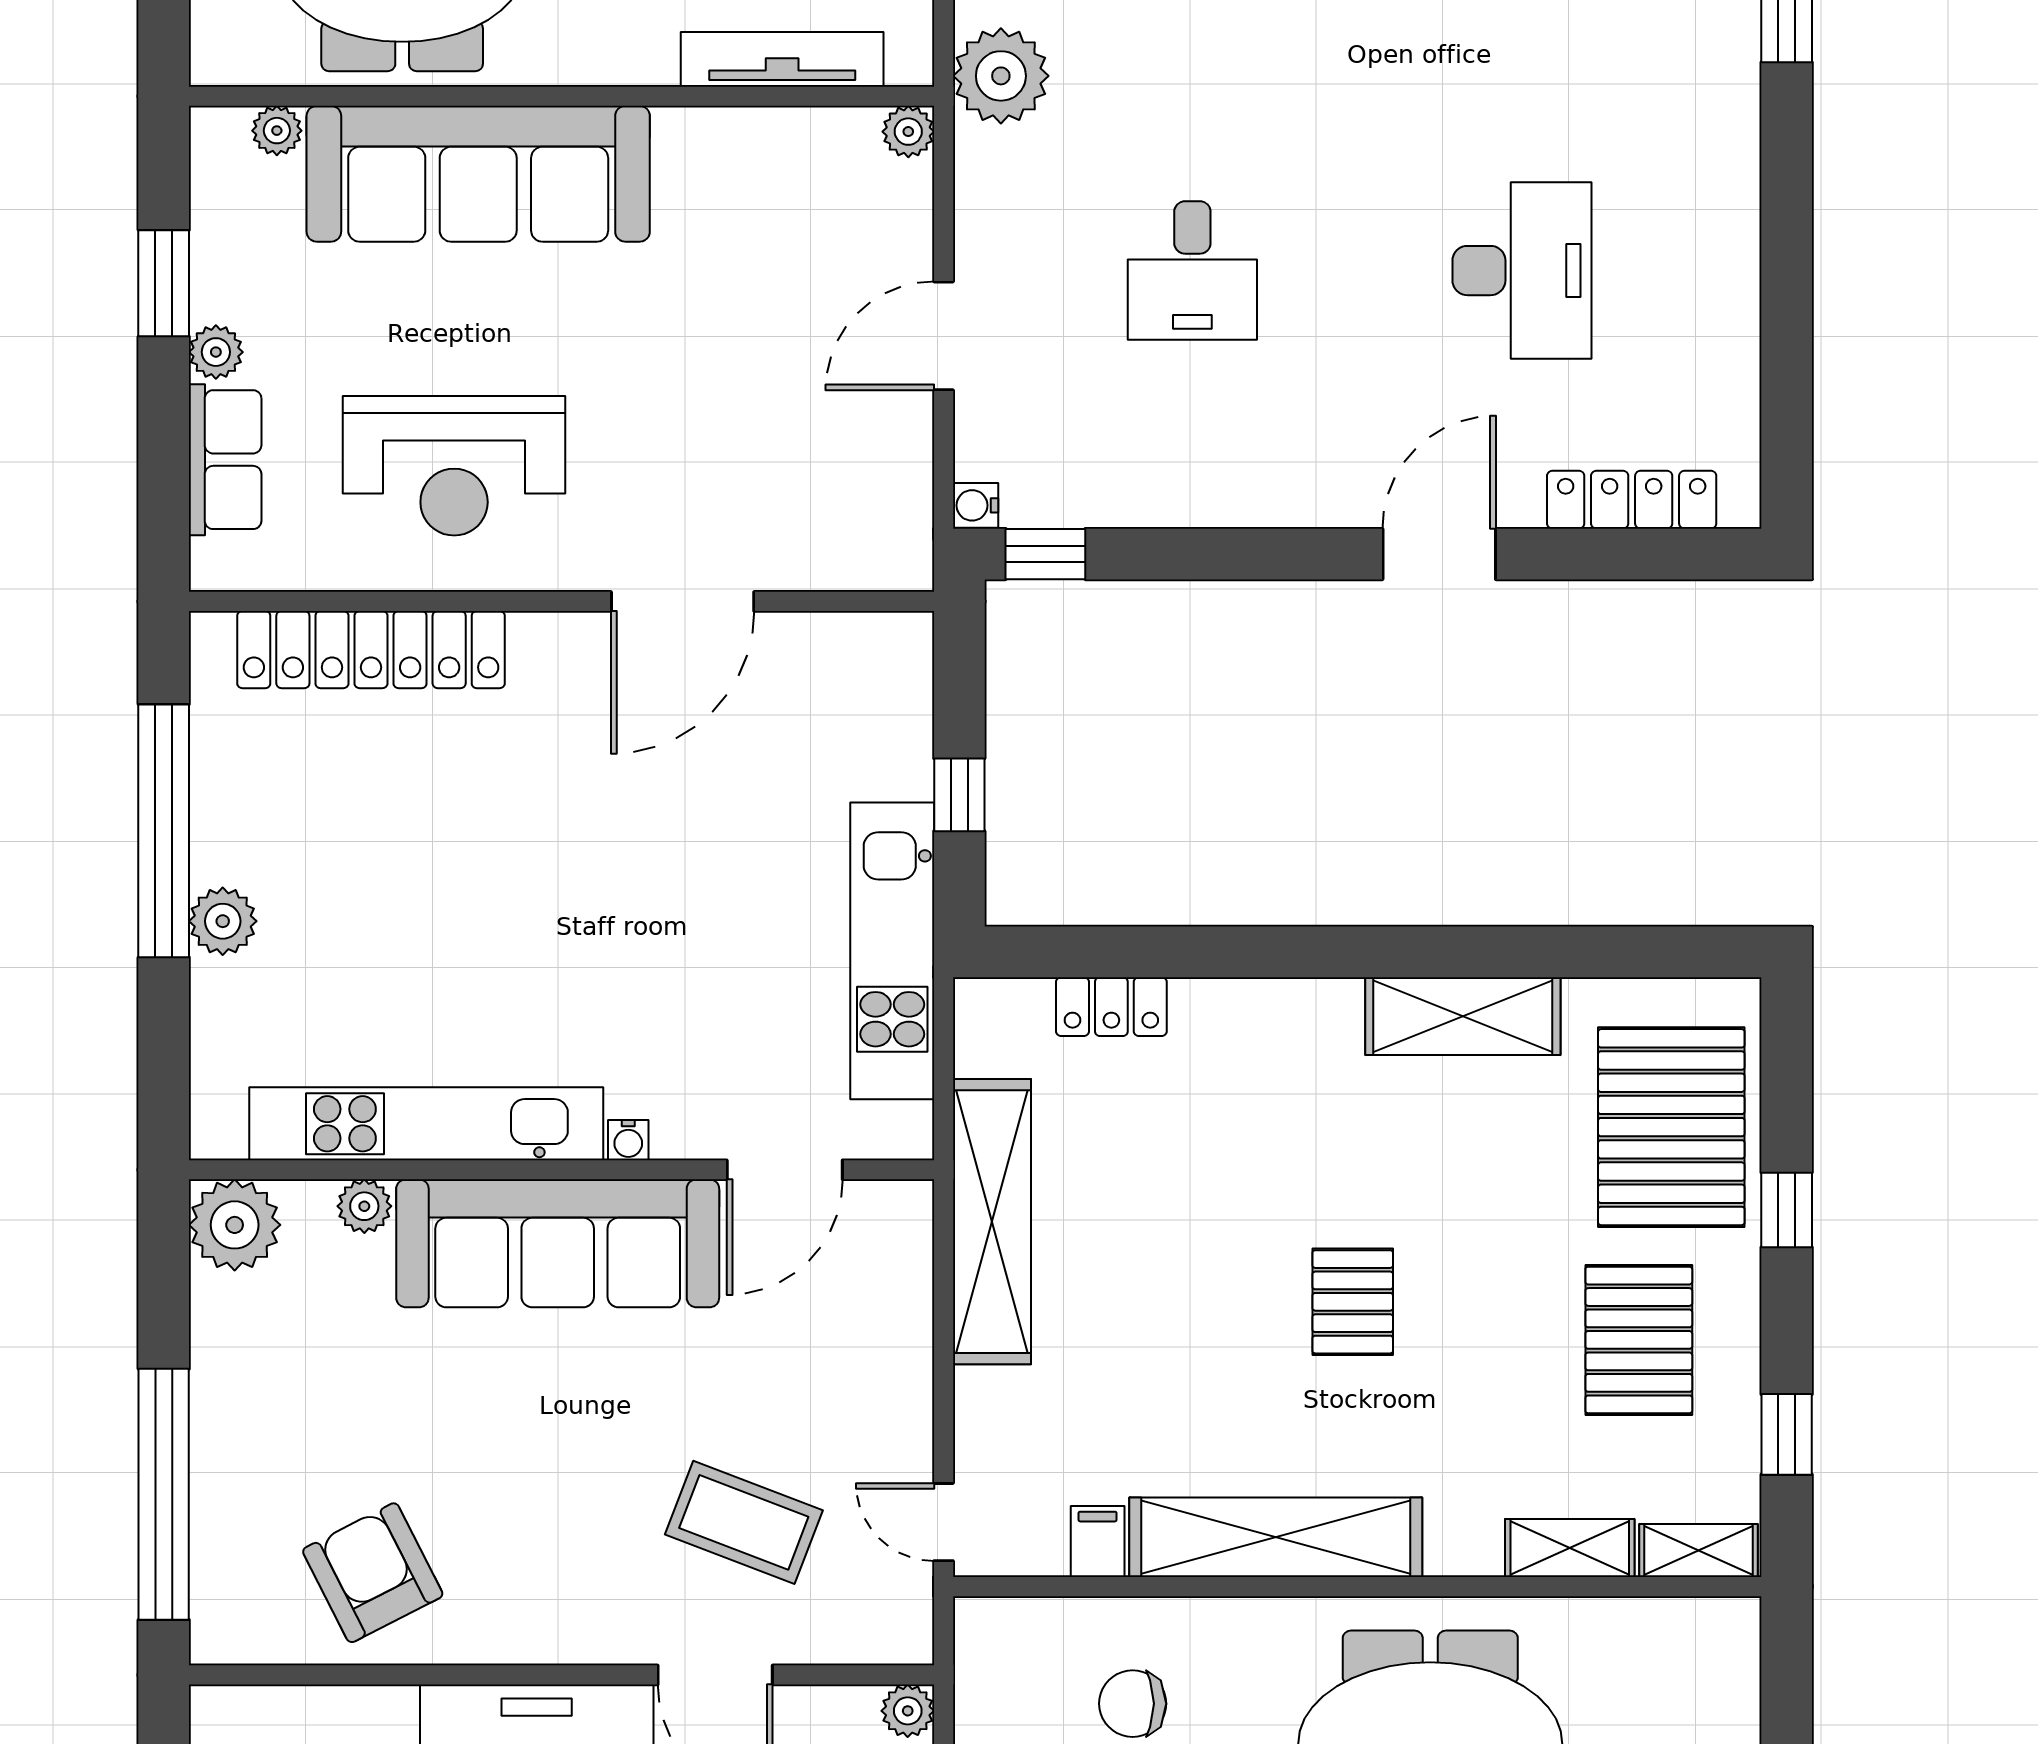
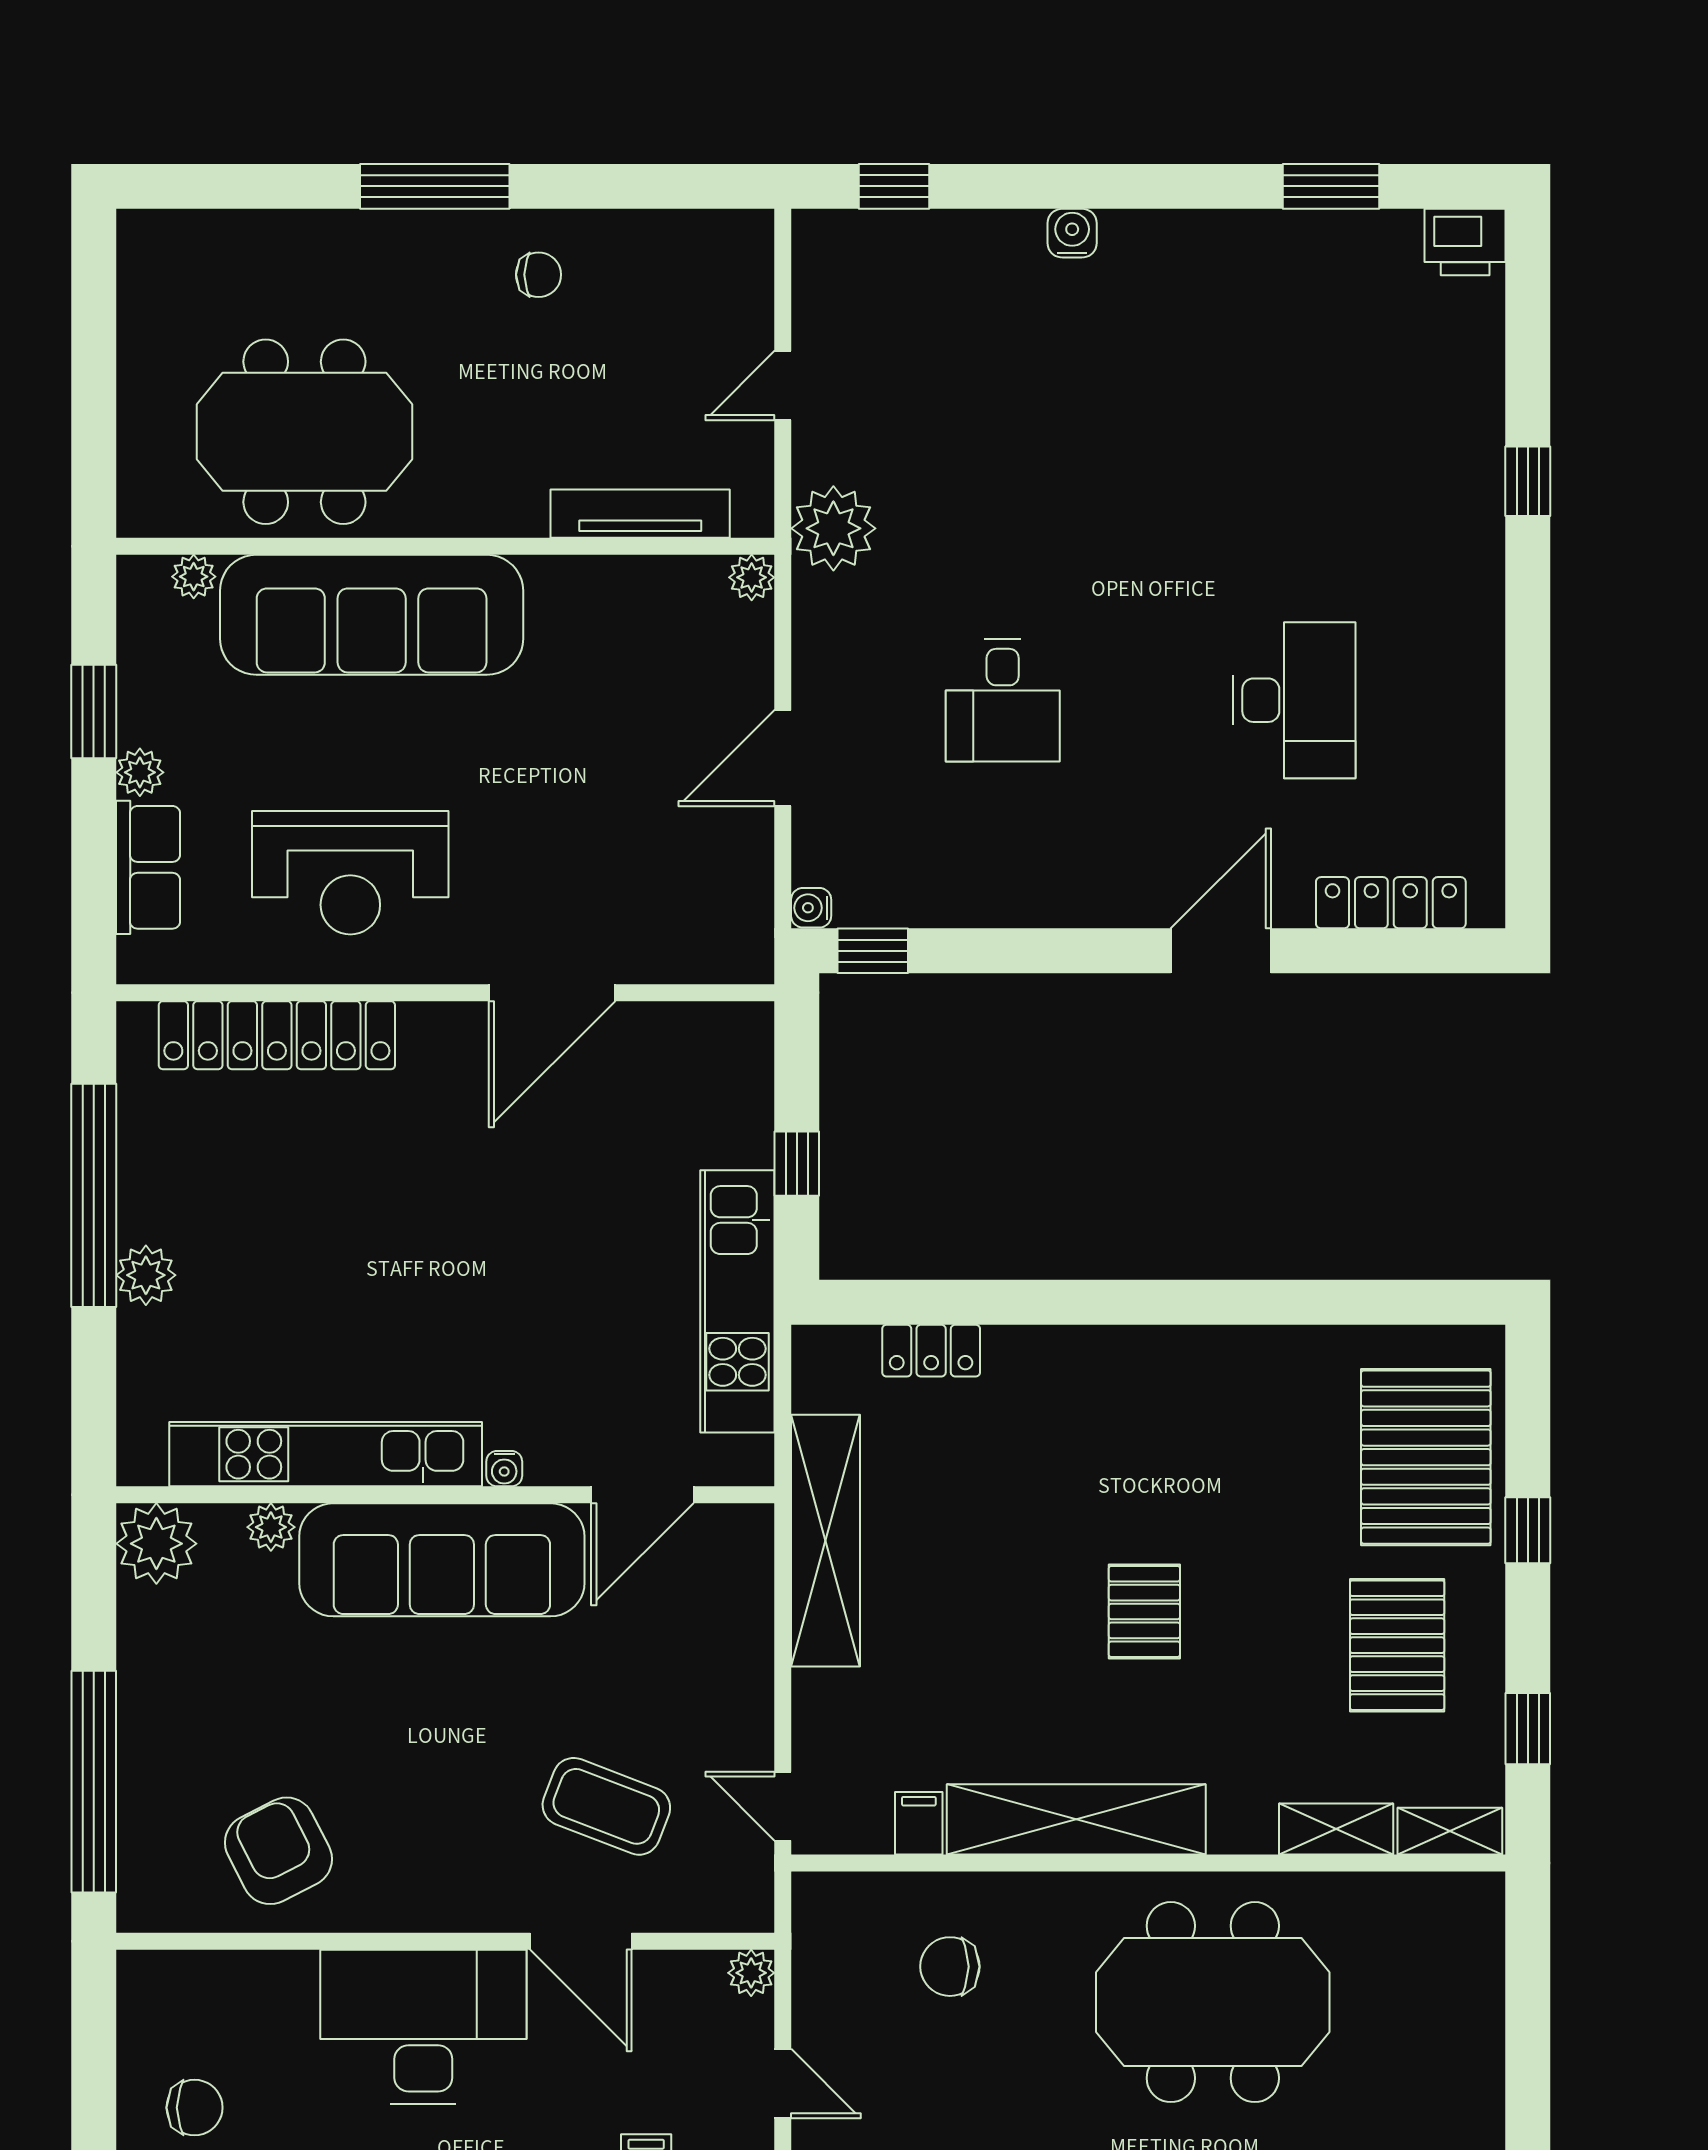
shelving: (1463, 1016) -> (1242, 1359), removed

